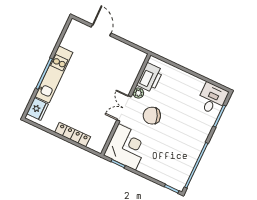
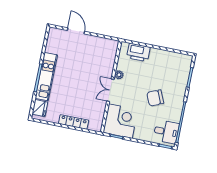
printer: (150, 78) -> (138, 52), moved, turned 90
desk: (212, 99) -> (166, 132), moved, turned 90
chair: (152, 116) -> (155, 98), moved

